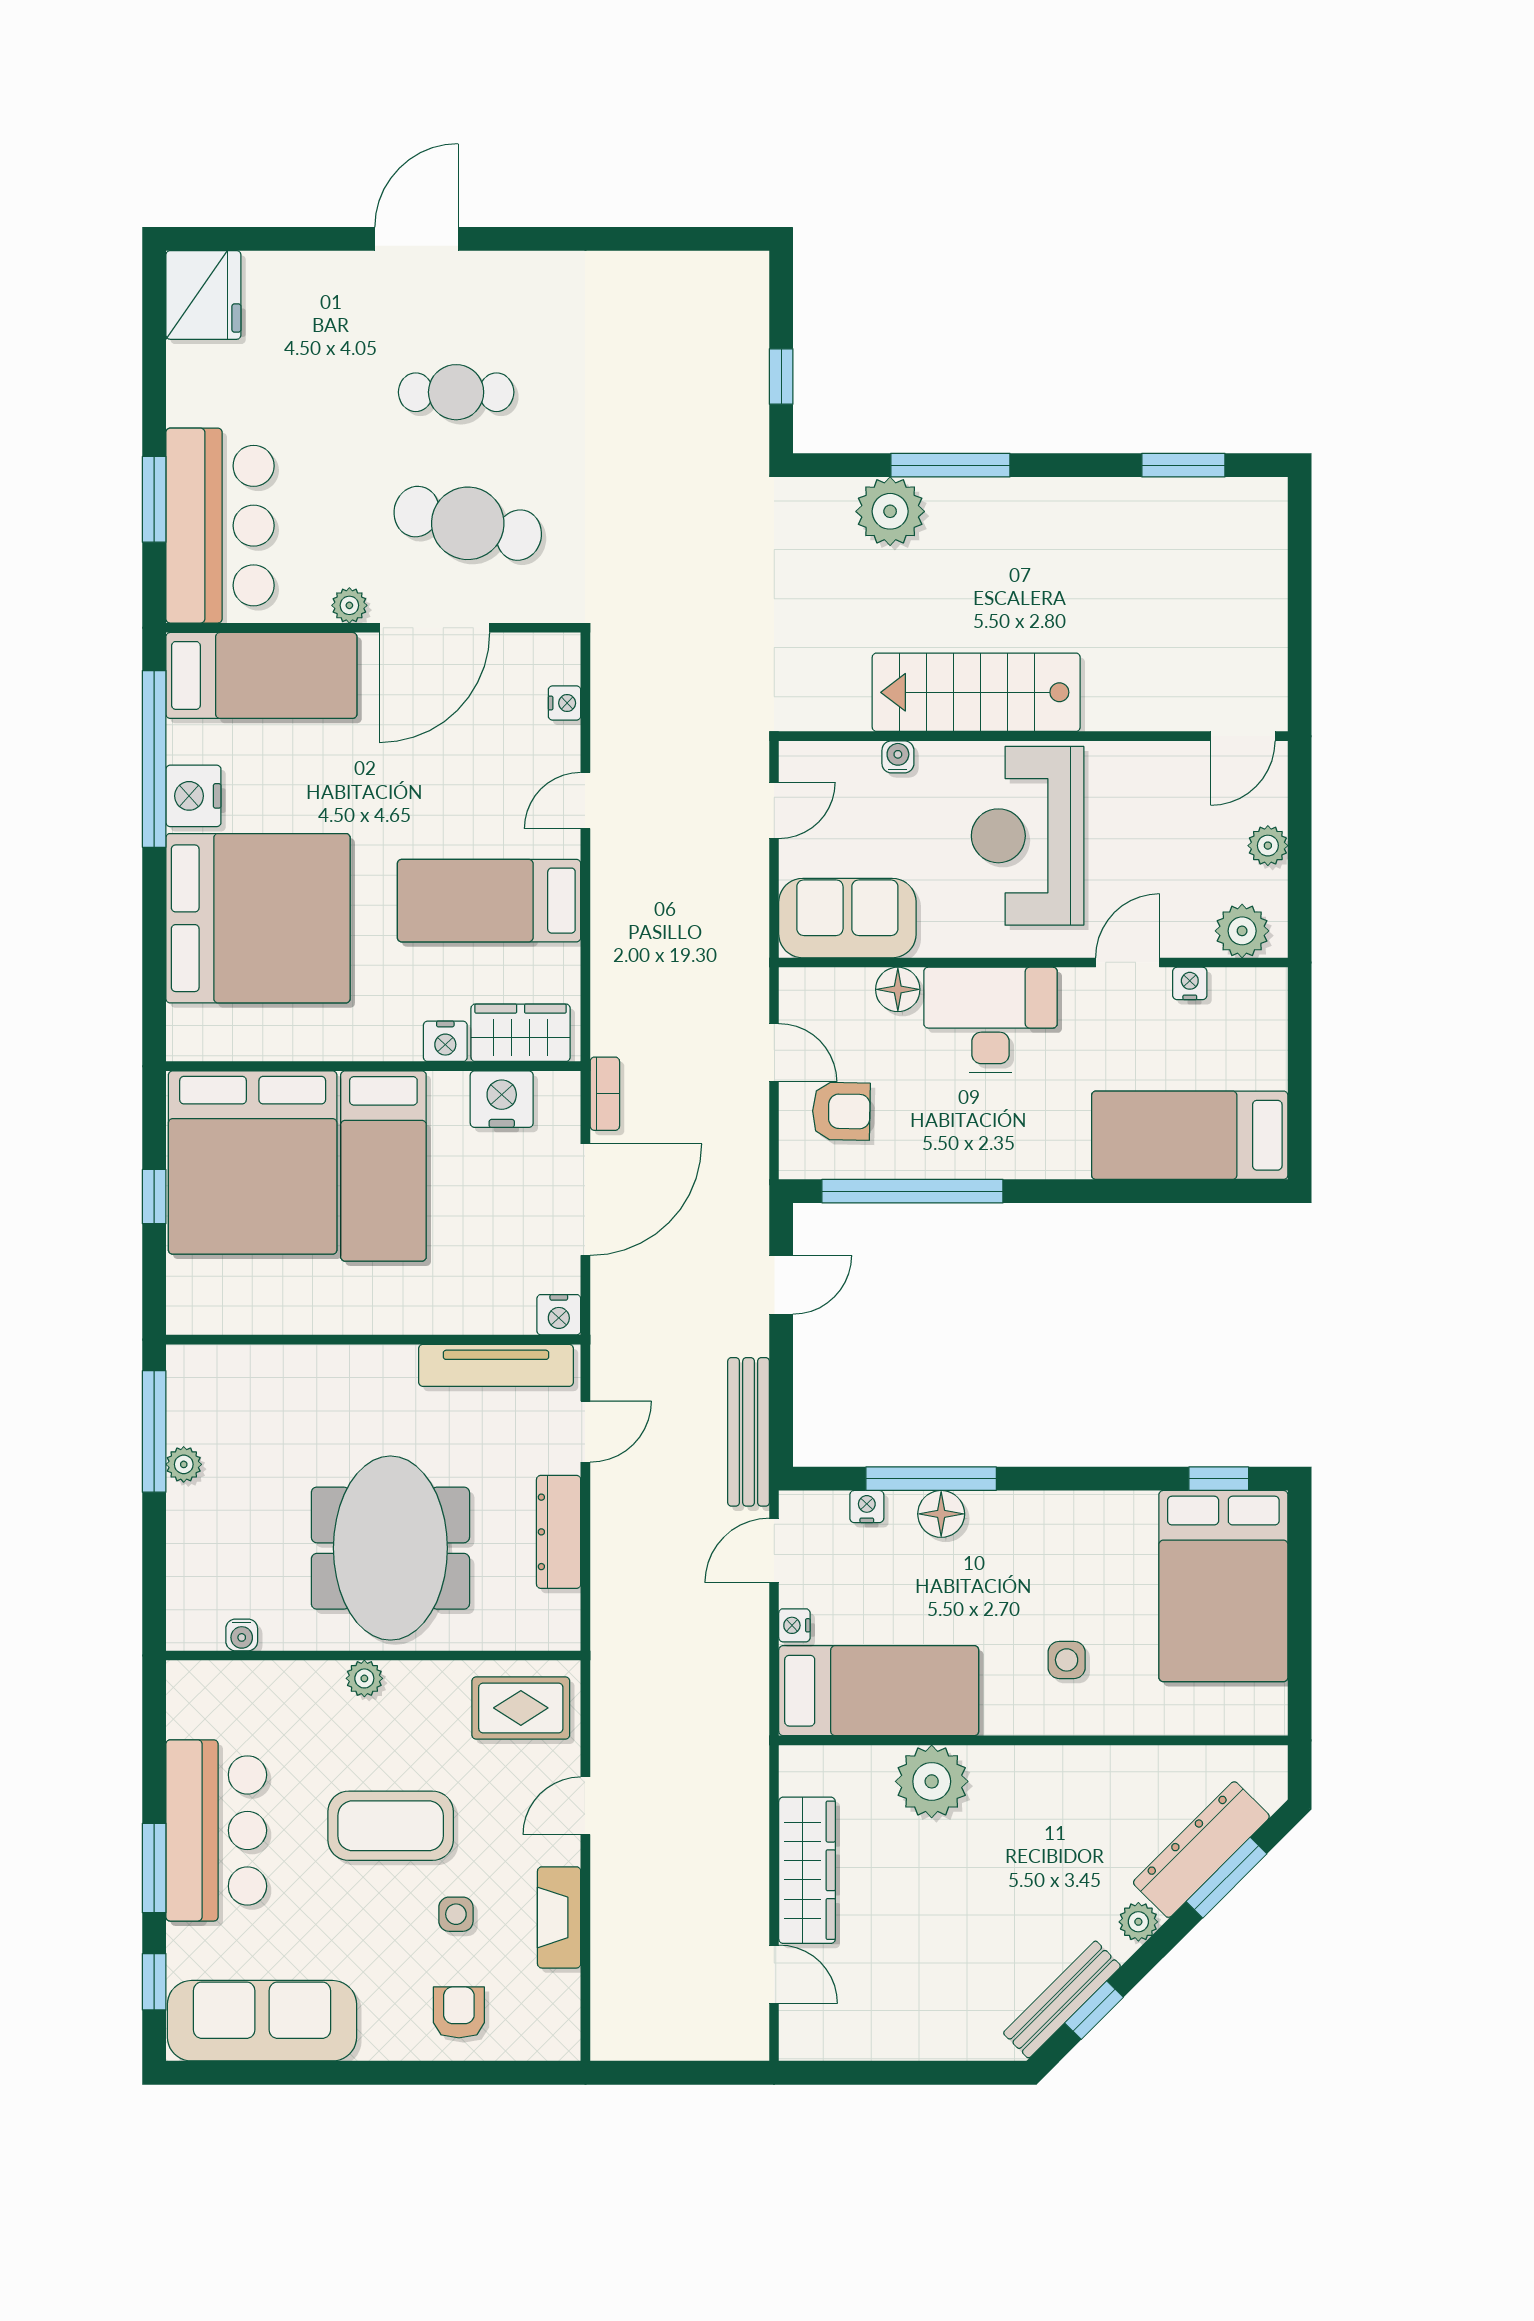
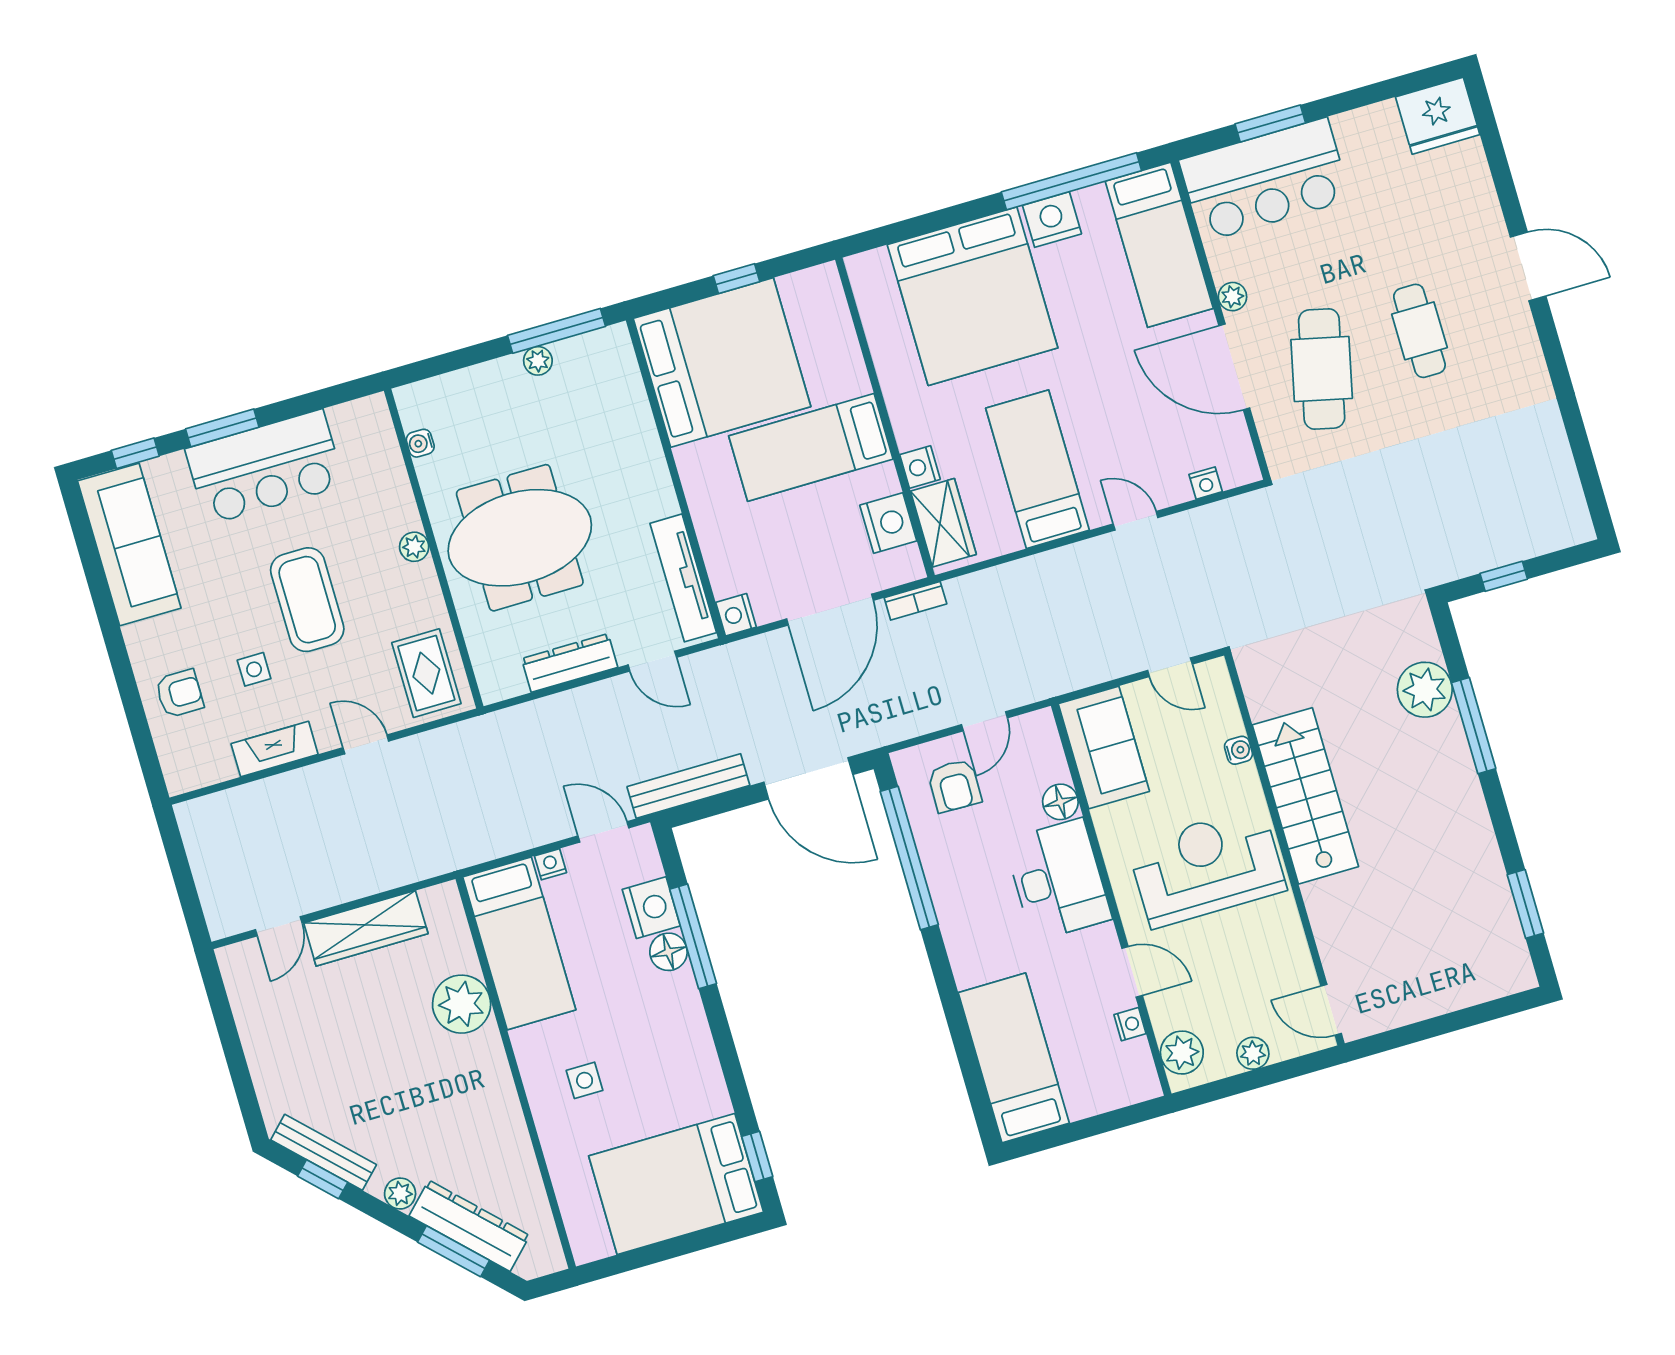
bed: (253, 1163) -> (722, 363), moved, turned 180
door: (585, 1200) -> (830, 610), hinge flipped
door: (781, 1285) -> (808, 778), width x1.88
nightstand: (867, 1507) -> (651, 908), width x1.89, depth x1.79

